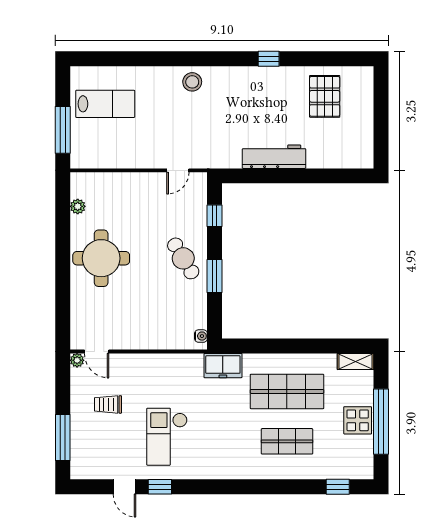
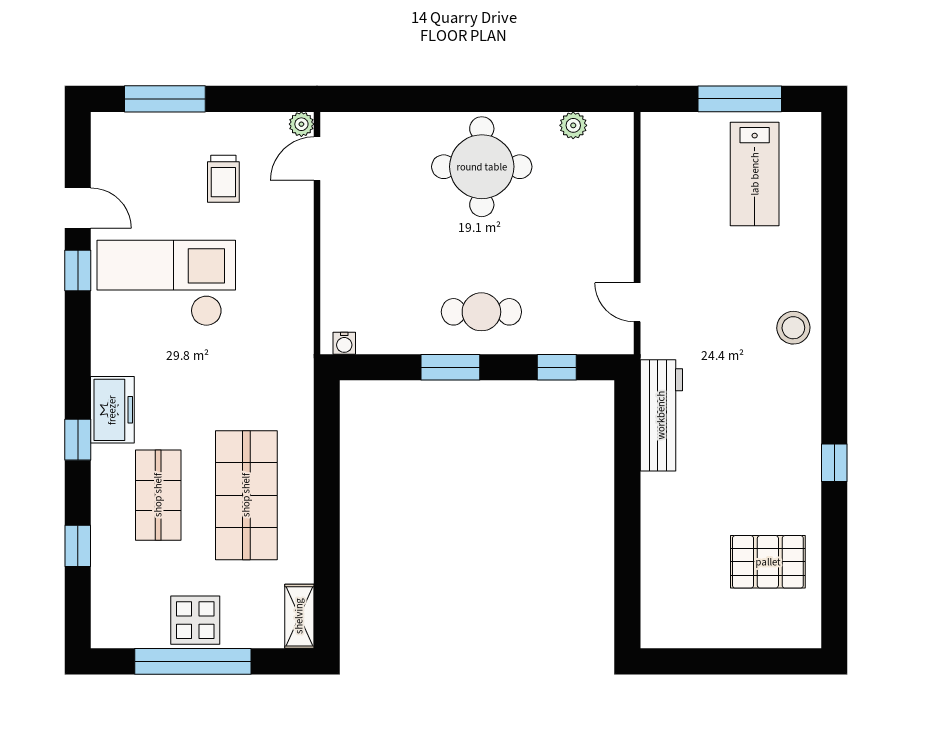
window: (63, 130) -> (740, 99), moved
workbench: (274, 157) -> (661, 415), moved
cafe table: (183, 258) -> (481, 312), turned 31
freezer: (223, 366) -> (112, 410), moved, turned 180
trolley: (108, 404) -> (223, 179), turned 180
checkout: (167, 437) -> (166, 283), width x1.36, depth x1.21
door: (124, 487) -> (78, 208), swing flipped
window: (256, 487) -> (78, 440), added
window: (338, 487) -> (78, 546), moved

